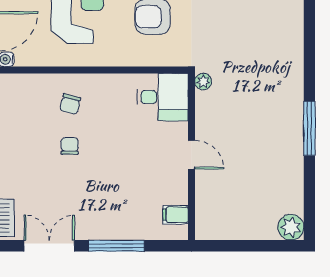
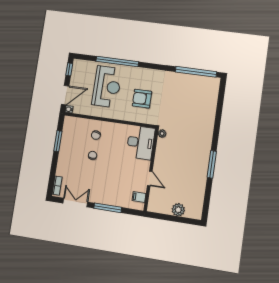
desk: (163, 97) -> (140, 143), width x1.37
door: (192, 155) -> (150, 179), moved
plant: (291, 227) -> (178, 210), moved

